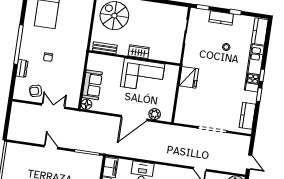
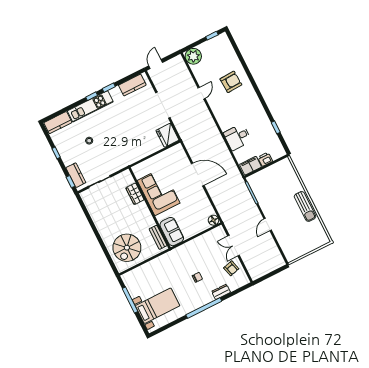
kitchen counter: (221, 18) -> (76, 175), moved
wardrobe: (139, 52) -> (135, 194), moved
fridge: (189, 77) -> (167, 135), moved, turned -90
sofa: (92, 85) -> (172, 232), moved, turned 90
plant: (155, 114) -> (183, 160), removed
door: (249, 162) -> (156, 64), moved

